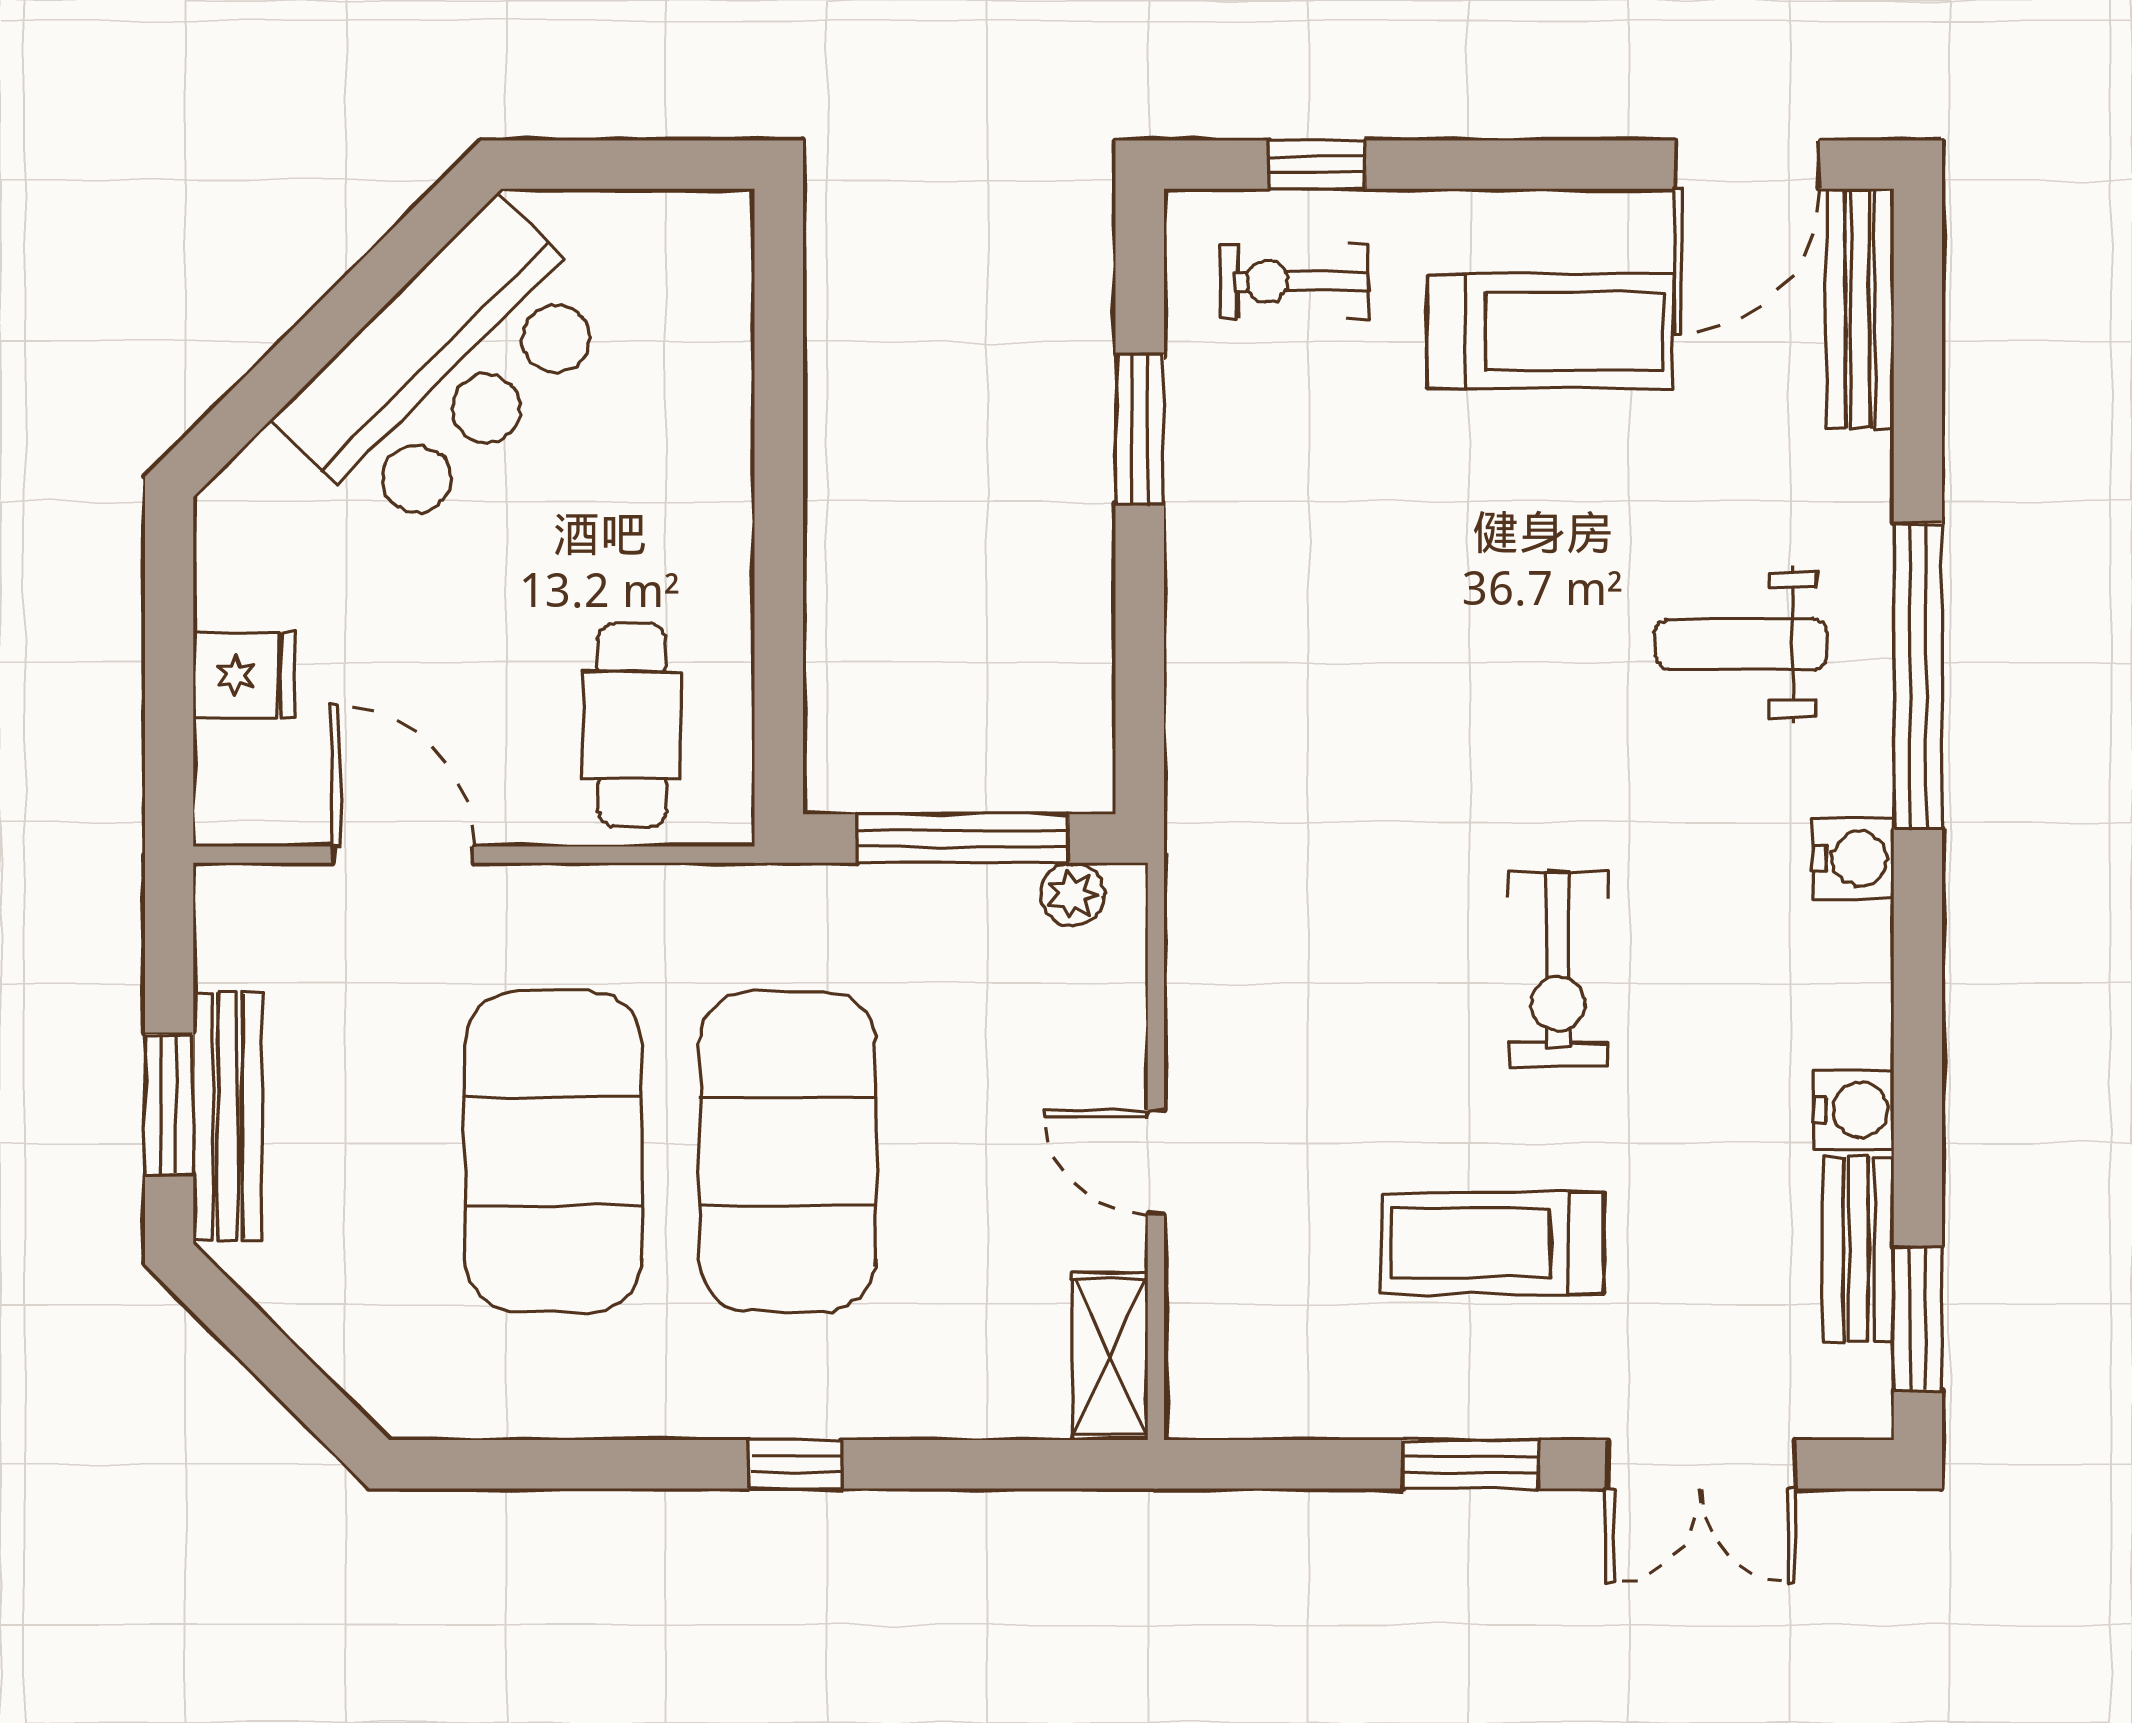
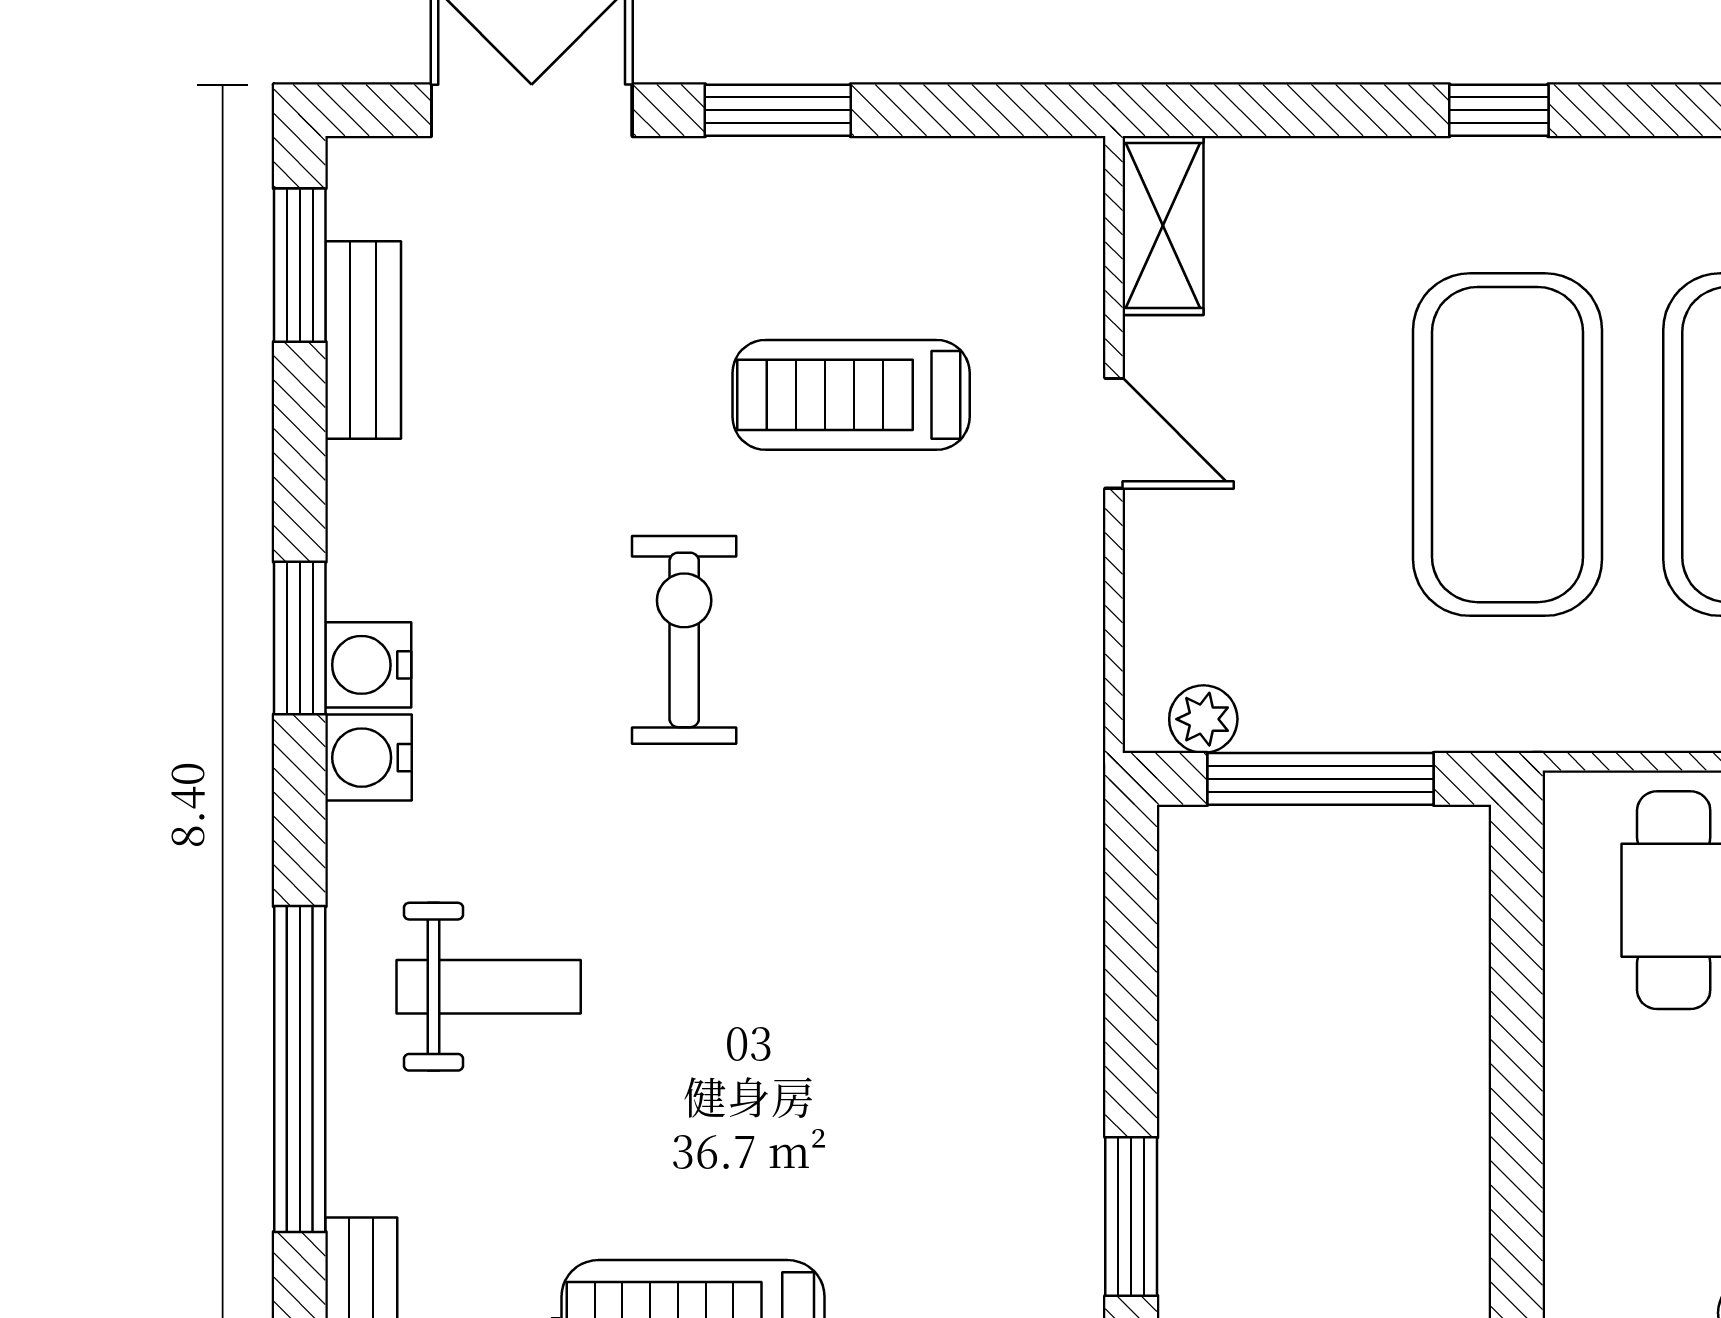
window: (1918, 676) -> (300, 1069), moved
window: (1918, 970) -> (300, 638), added
water cooler: (1854, 1110) -> (368, 665), moved
treadmill: (1493, 1243) -> (851, 395), moved, turned 180

